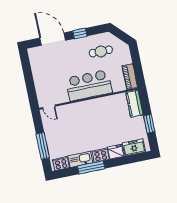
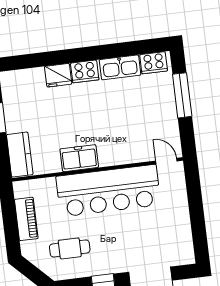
piano: (130, 77) -> (26, 219), moved
bar counter: (89, 85) -> (108, 191), width x1.36
freezer: (134, 147) -> (79, 158), moved, turned 180
window: (91, 167) -> (103, 52), removed

